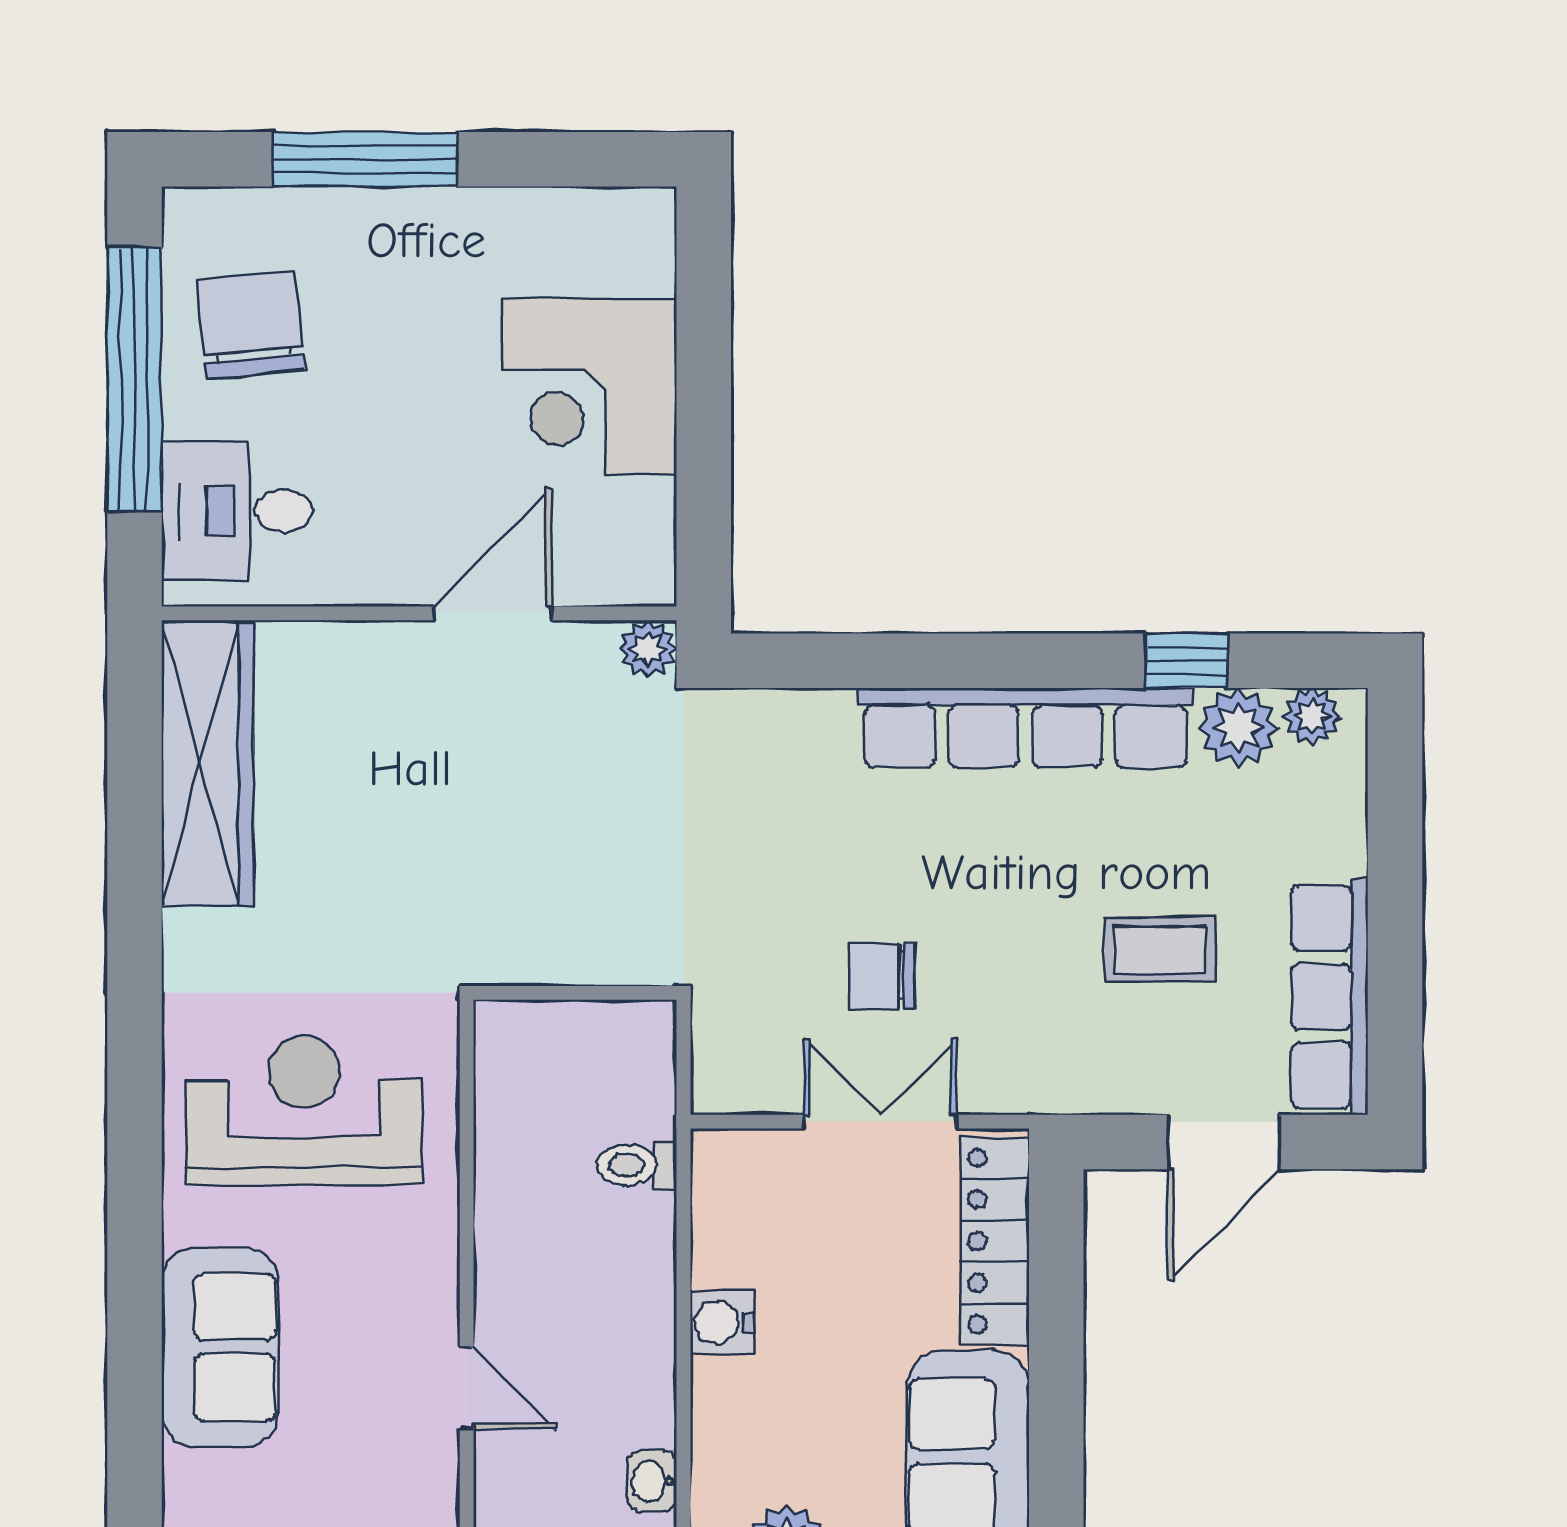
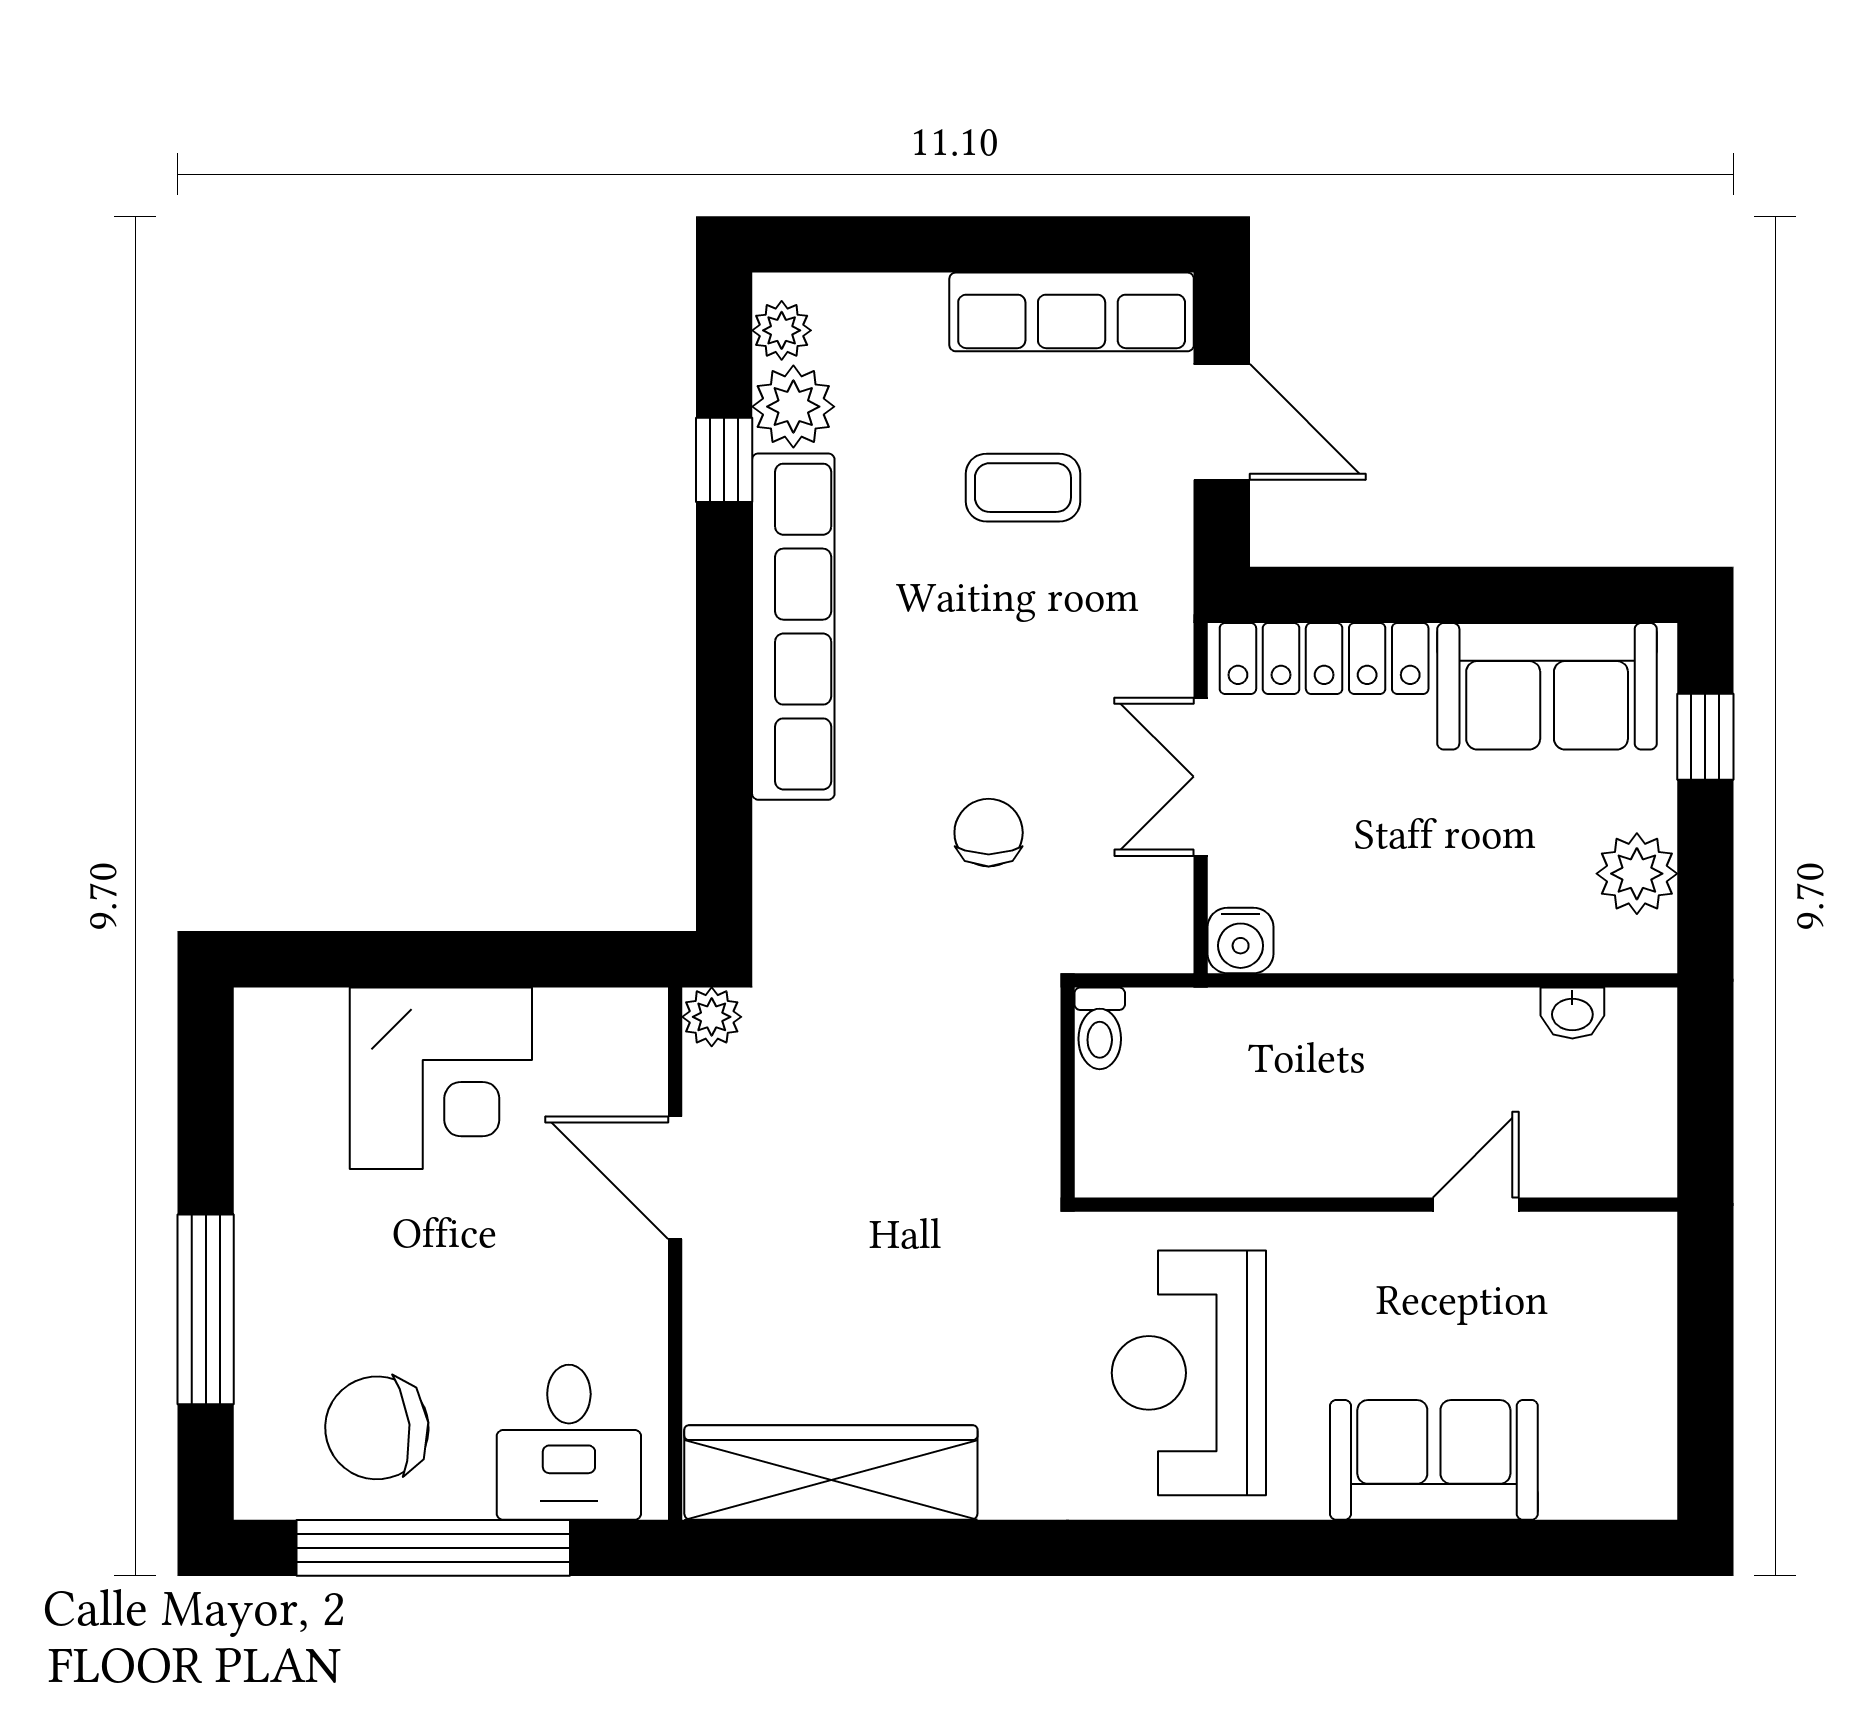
coffee table: (1160, 950) -> (1023, 488), turned 90
chair: (882, 976) -> (989, 833), moved, turned 180
toilet: (637, 1165) -> (1100, 1028), moved
water cooler: (722, 1322) -> (1241, 940), moved

